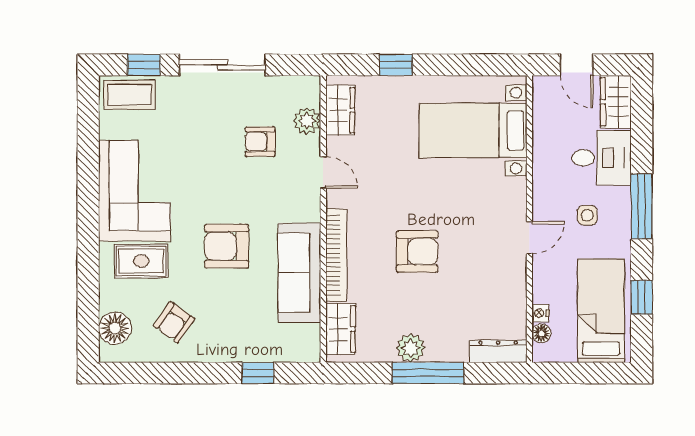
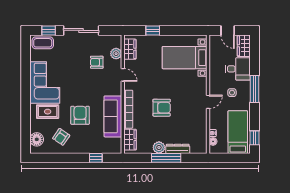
armchair: (227, 246) -> (80, 115), moved, turned 90
window: (642, 297) -> (254, 138), moved
dresser: (498, 351) -> (178, 149), moved

